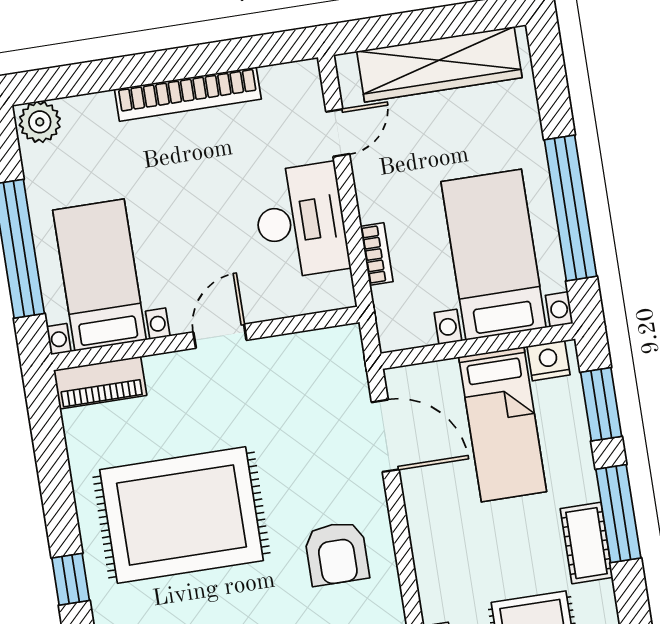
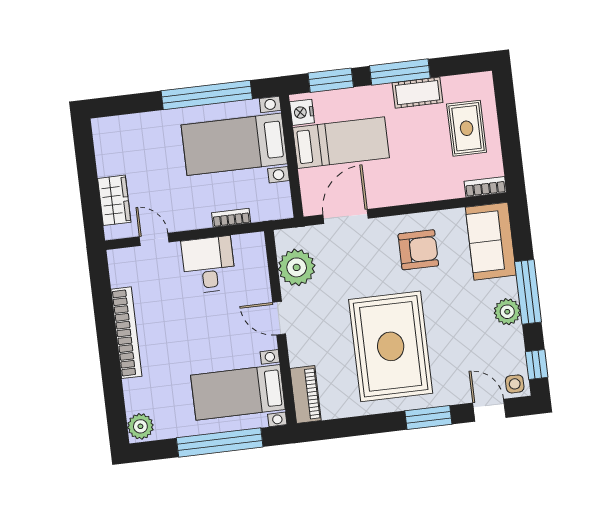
wardrobe: (439, 64) -> (114, 200), width x0.48, depth x0.85
desk: (301, 221) -> (209, 265), width x0.73
plant: (302, 361) -> (297, 267), added
window: (71, 579) -> (428, 418), width x1.50

